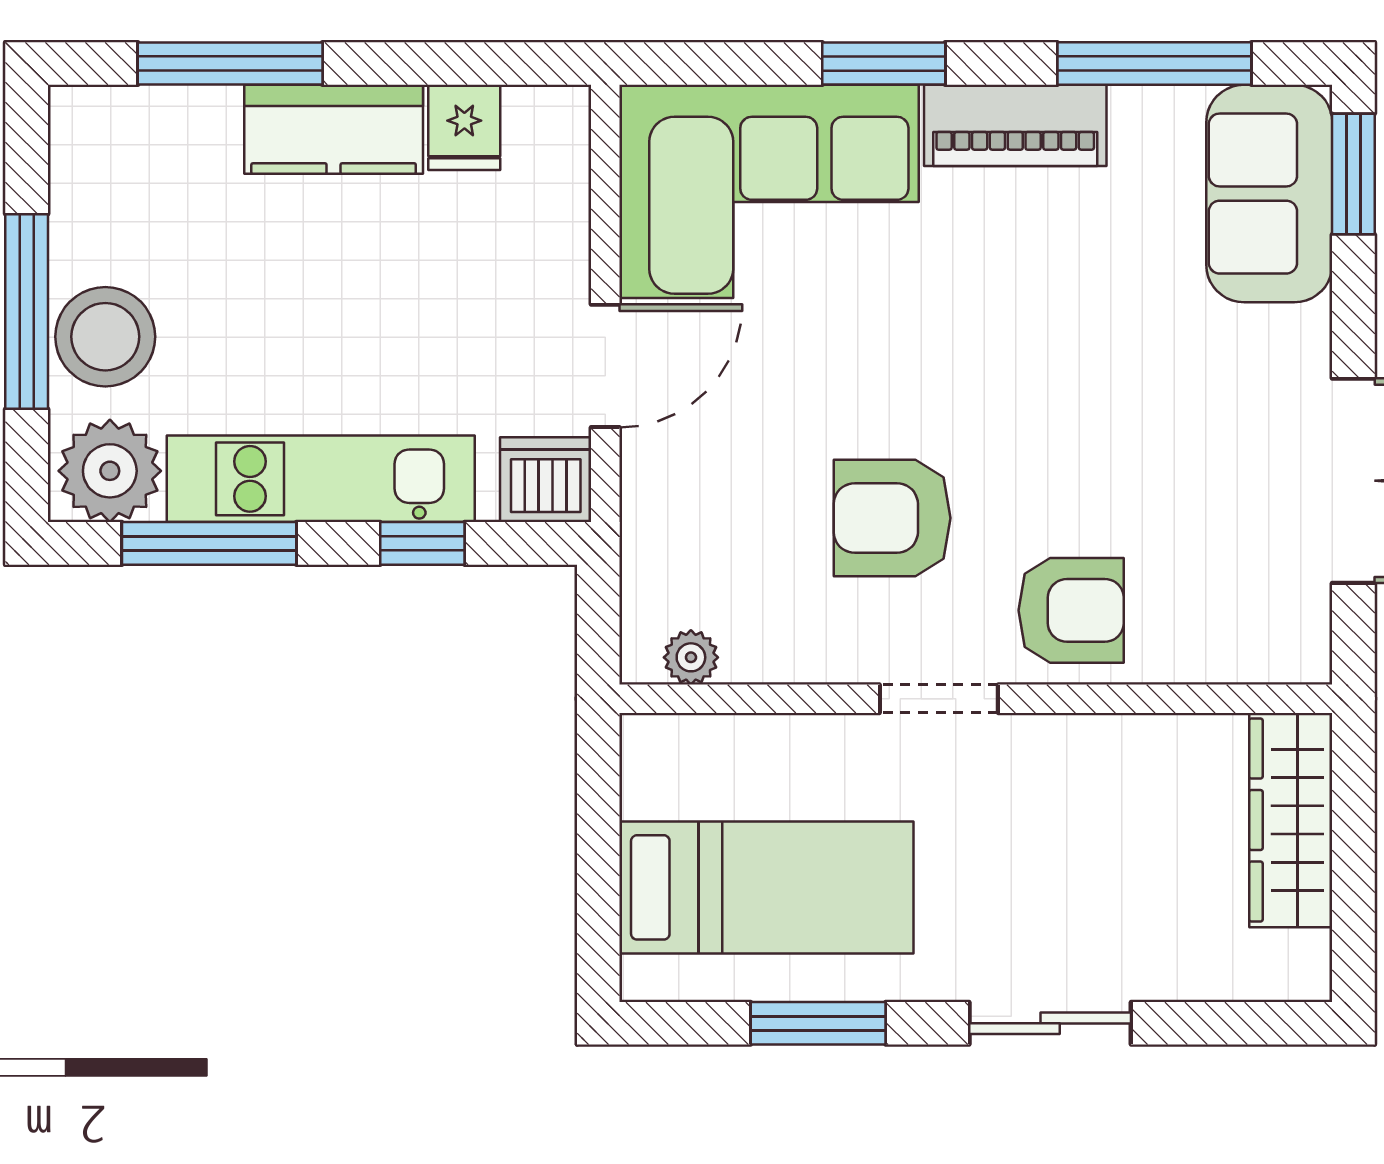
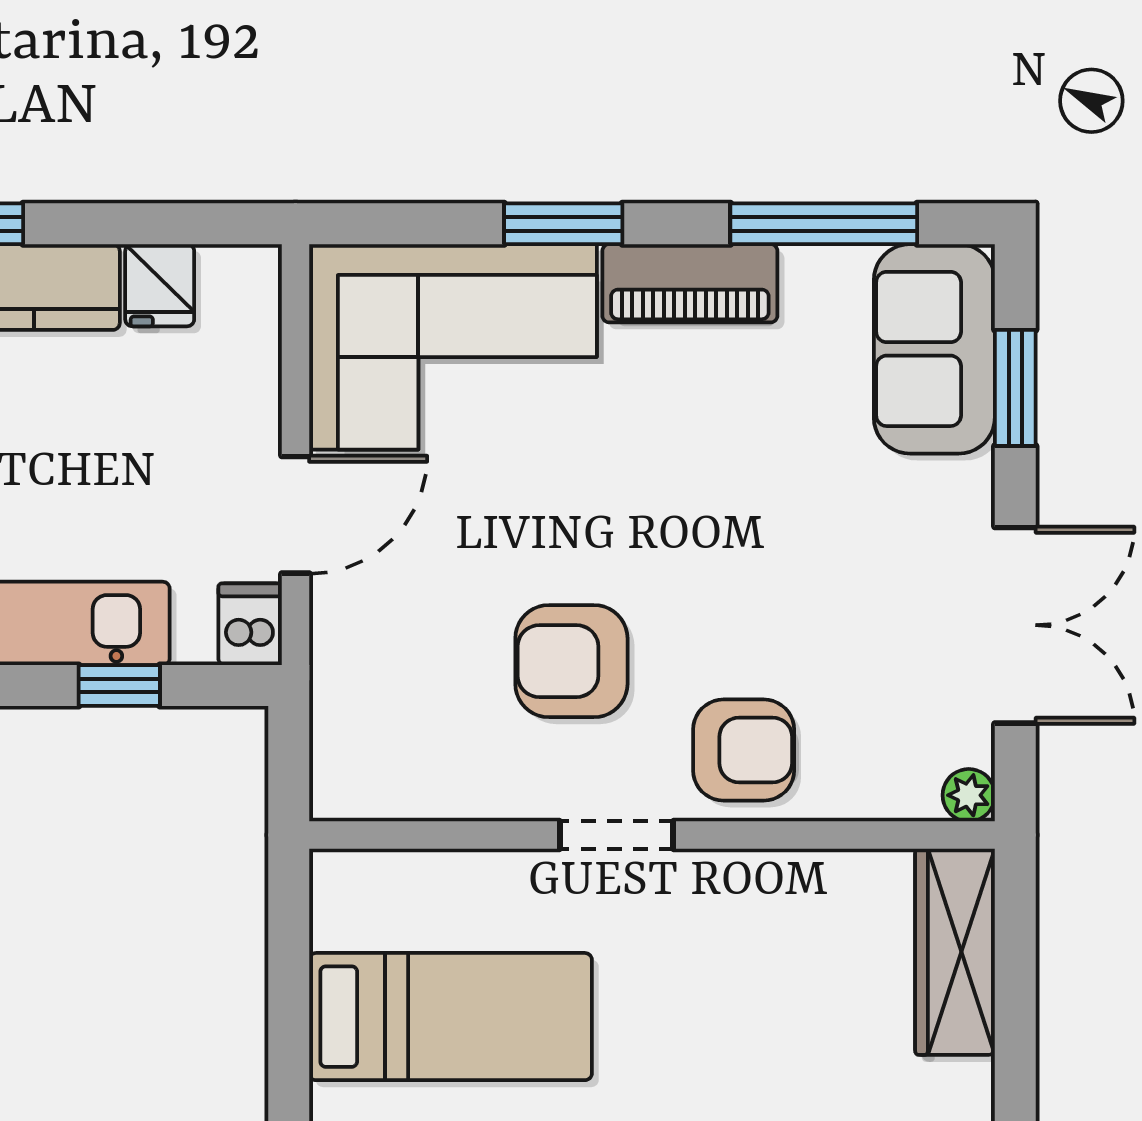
window: (1353, 174) -> (1015, 388), moved
dishwasher: (546, 480) -> (250, 624), width x0.73
plant: (691, 657) -> (969, 795), moved

